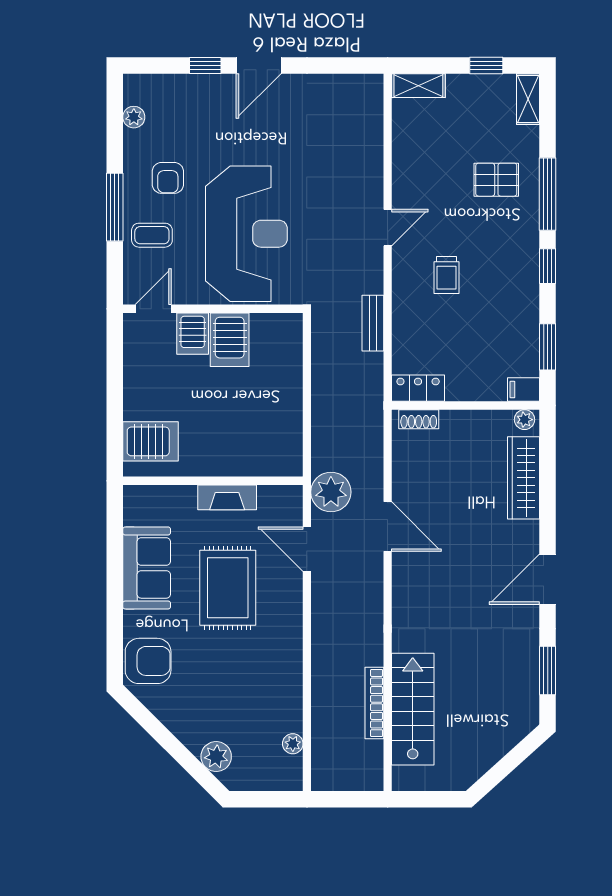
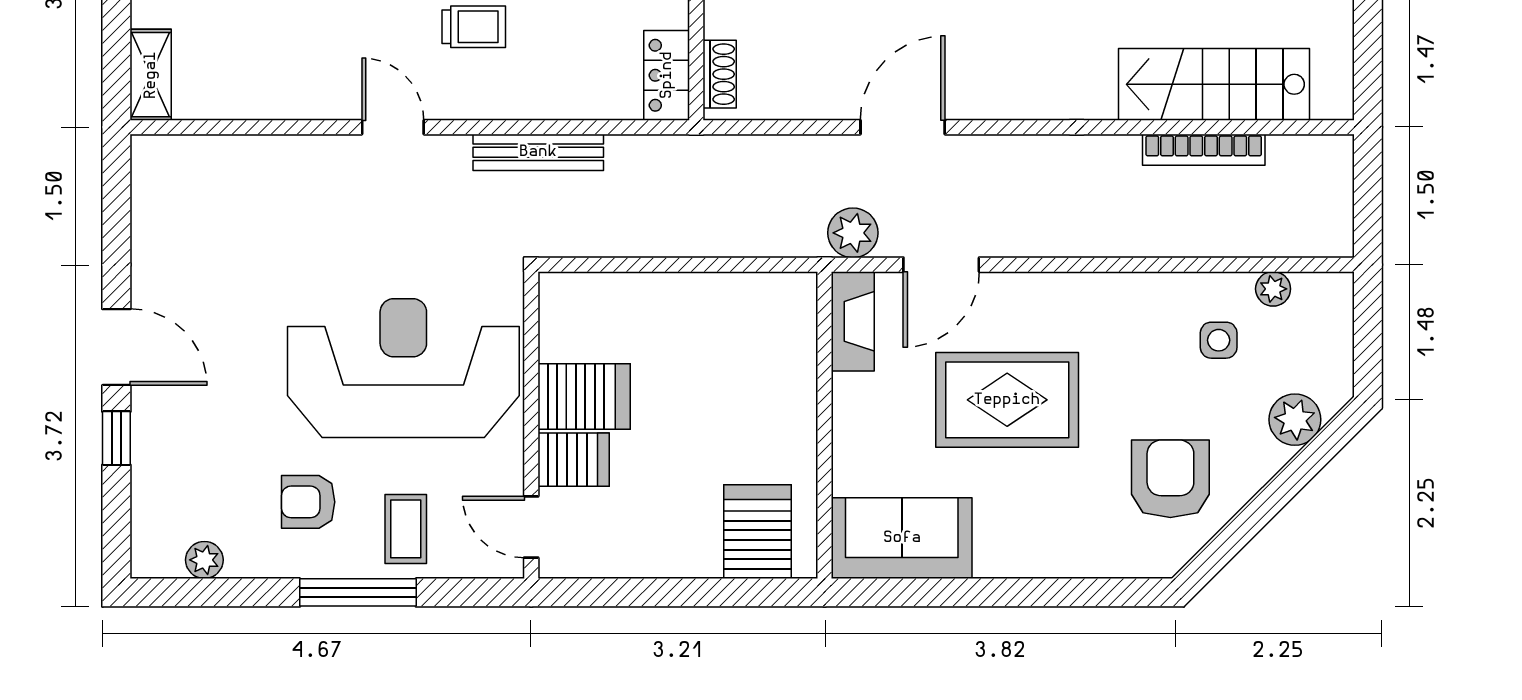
armchair: (168, 178) -> (308, 502), turned 180
bench: (373, 323) -> (538, 152), width x1.36
plant: (331, 492) -> (853, 233), width x0.73, depth x0.73
fireplace: (227, 497) -> (853, 321), moved
sofa: (147, 568) -> (902, 538), moved
armchair: (148, 661) -> (1170, 479), moved
side table: (263, 712) -> (1219, 340), added

